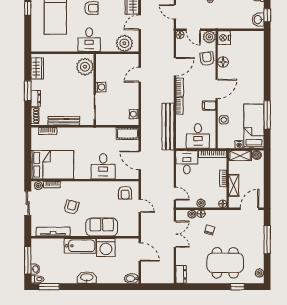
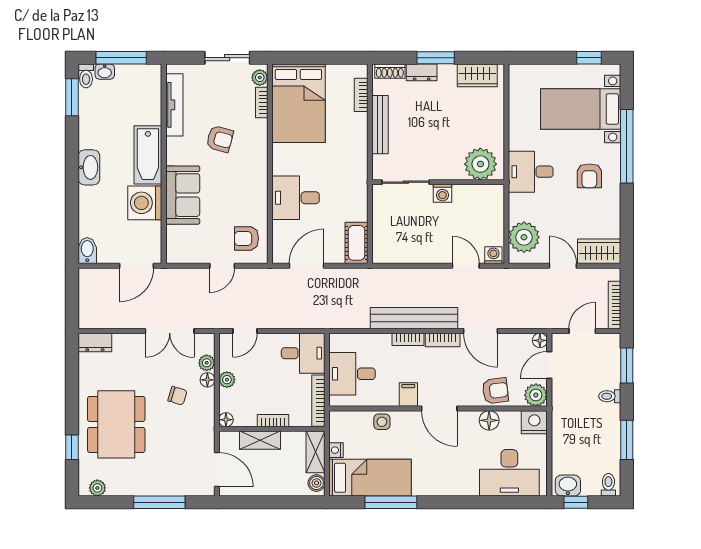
desk: (251, 51) -> (509, 473), added
washing machine: (134, 114) -> (493, 255), moved
bench: (168, 127) -> (414, 318), moved

